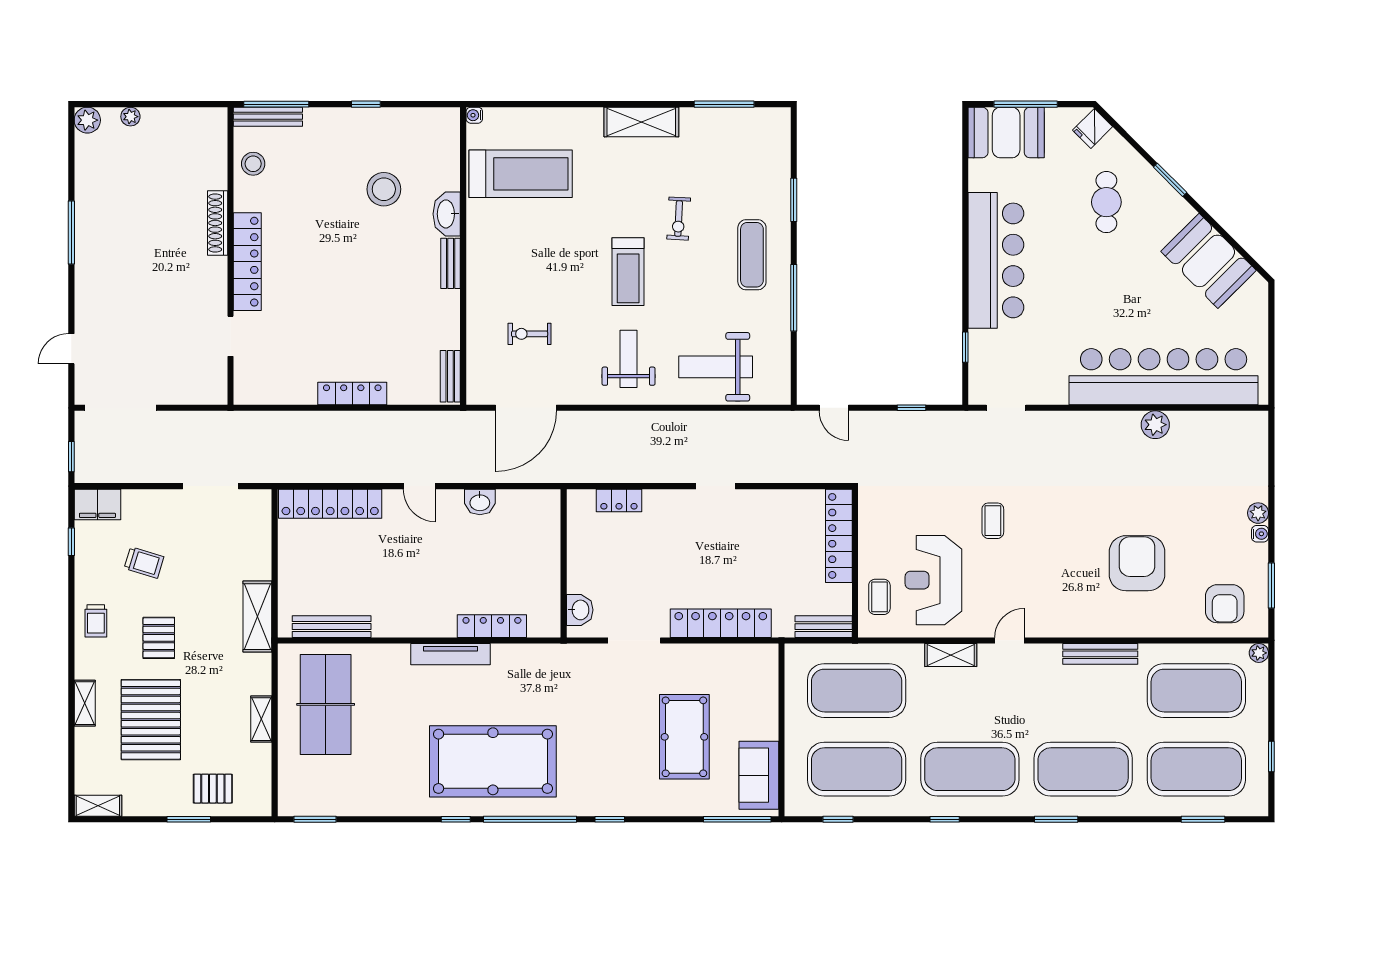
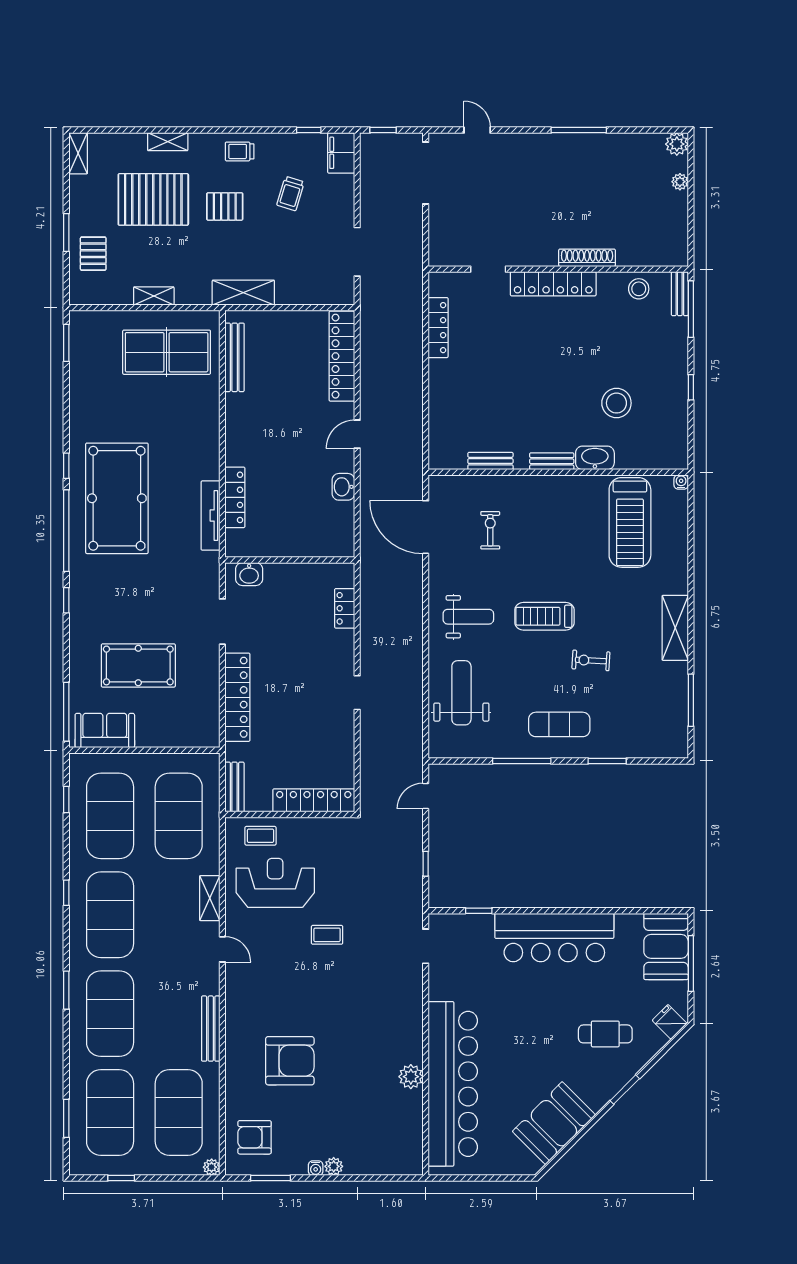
bench: (268, 117) -> (680, 294), width x0.73
bench: (450, 376) -> (490, 461), moved
locker: (352, 393) -> (438, 328), moved
tv unit: (450, 654) -> (210, 516), moved

